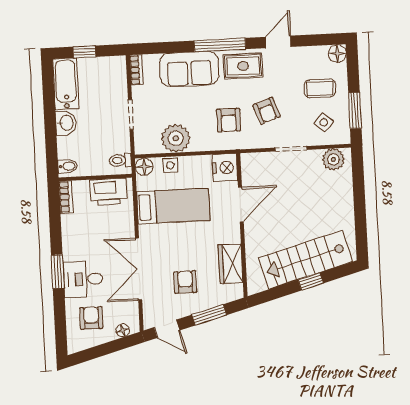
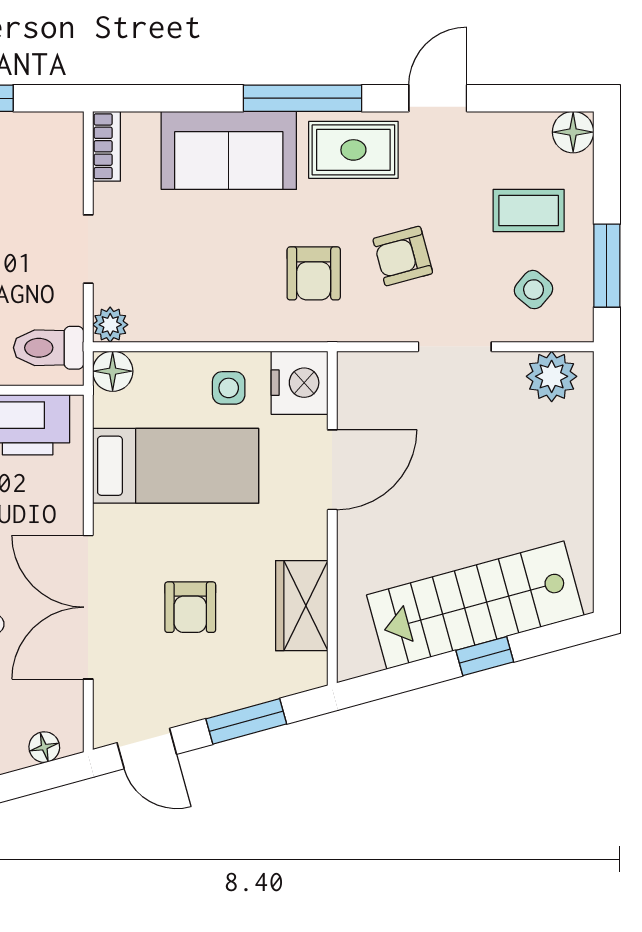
armchair: (267, 111) -> (403, 256), turned 95
plant: (176, 138) -> (110, 325), moved, width x0.53, depth x0.53
toilet: (120, 160) -> (49, 348), width x1.37, depth x1.39
side table: (170, 165) -> (229, 388), moved
armchair: (185, 282) -> (190, 607), moved, turned 180

